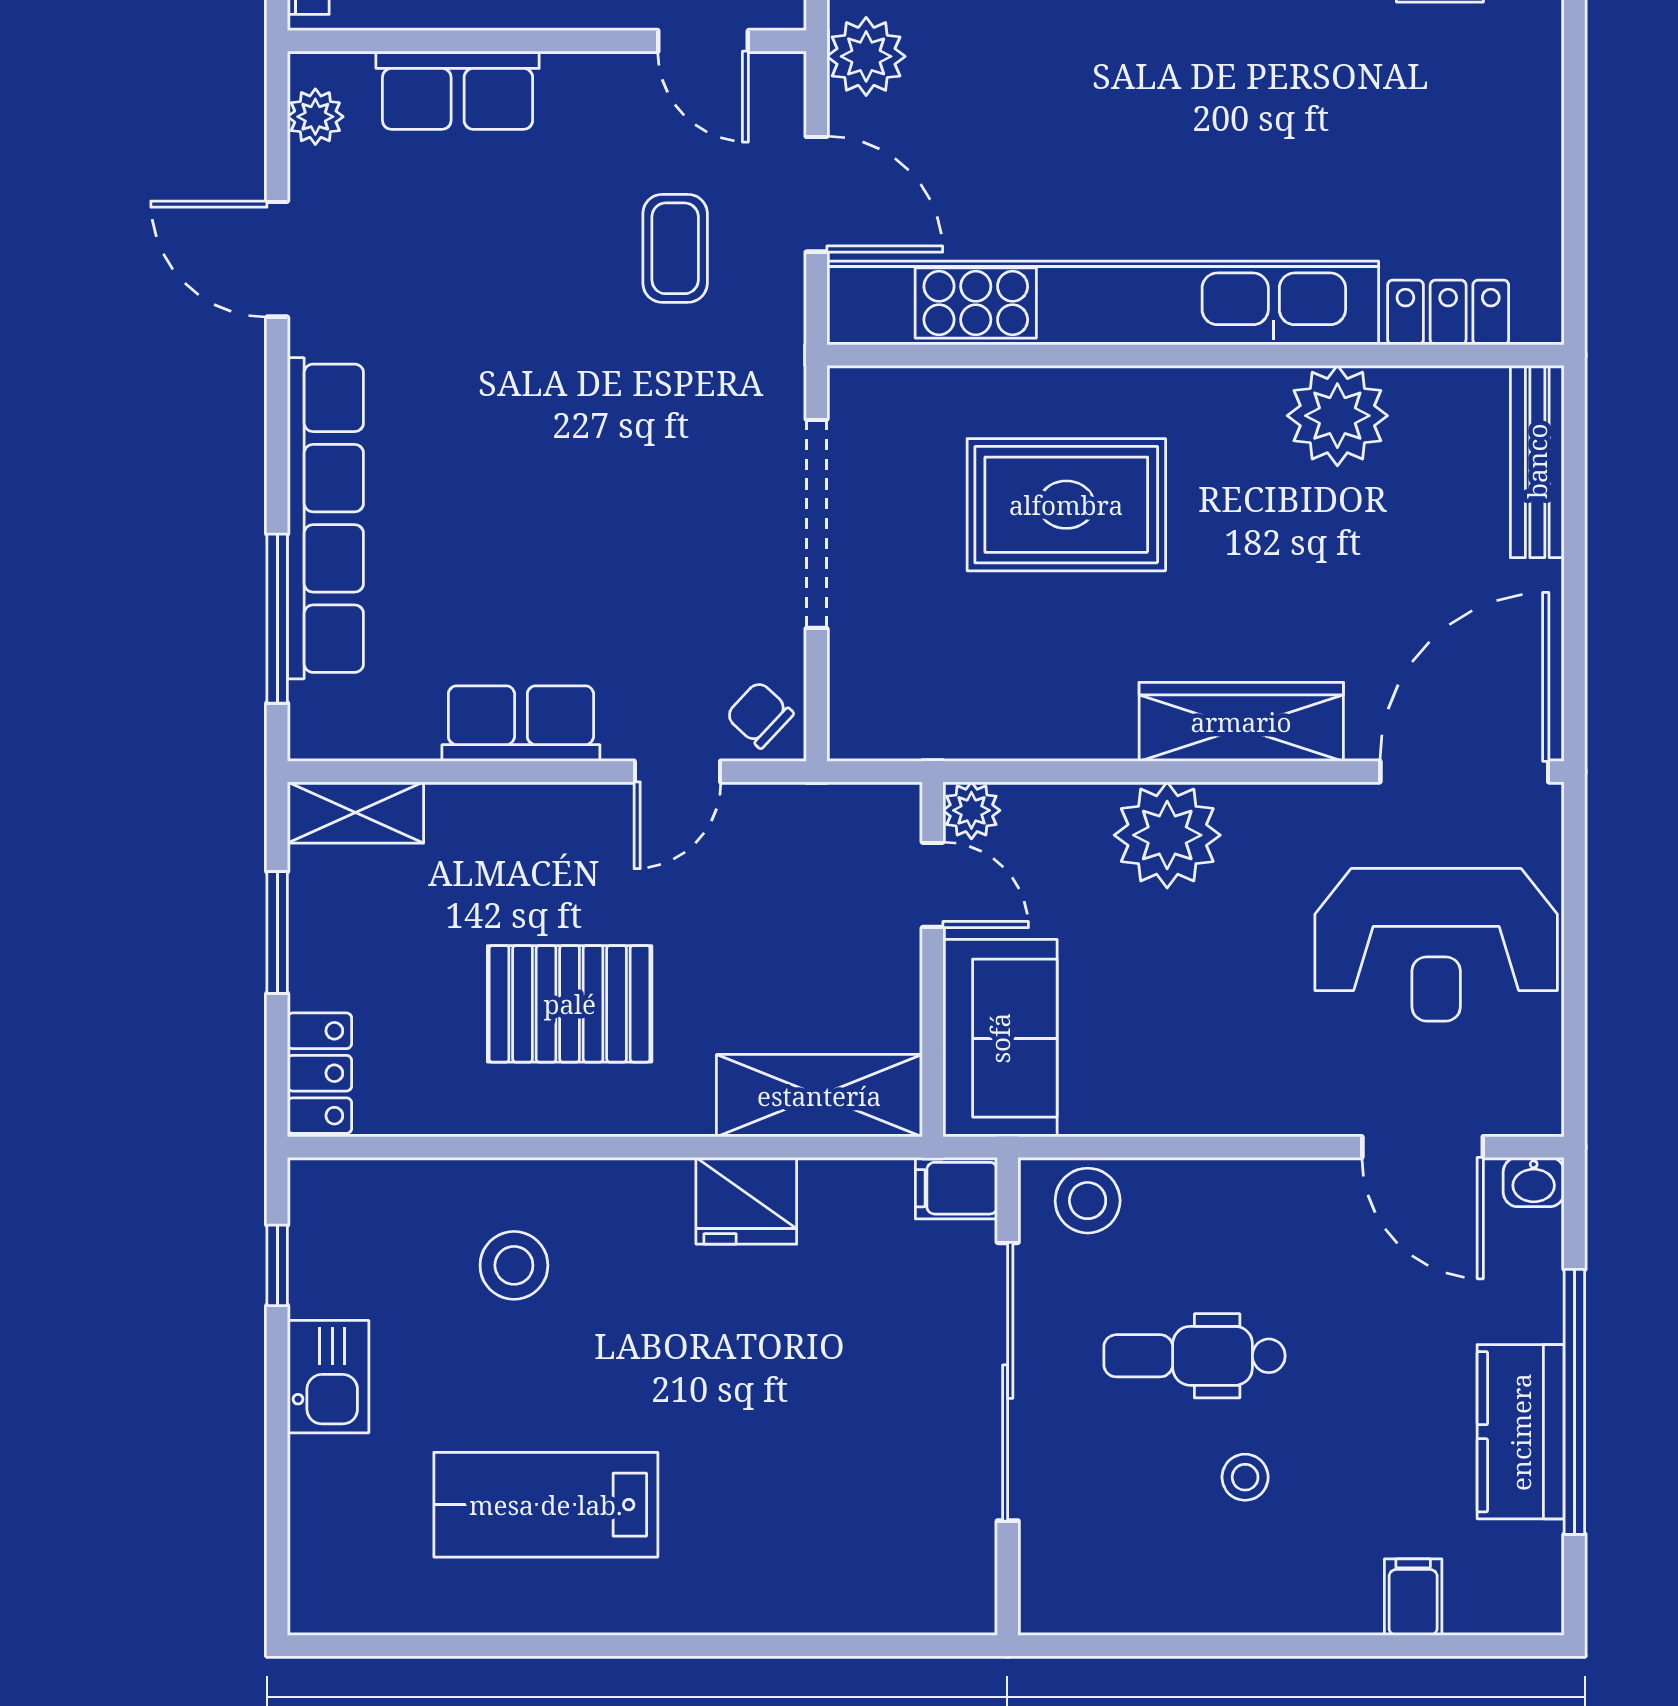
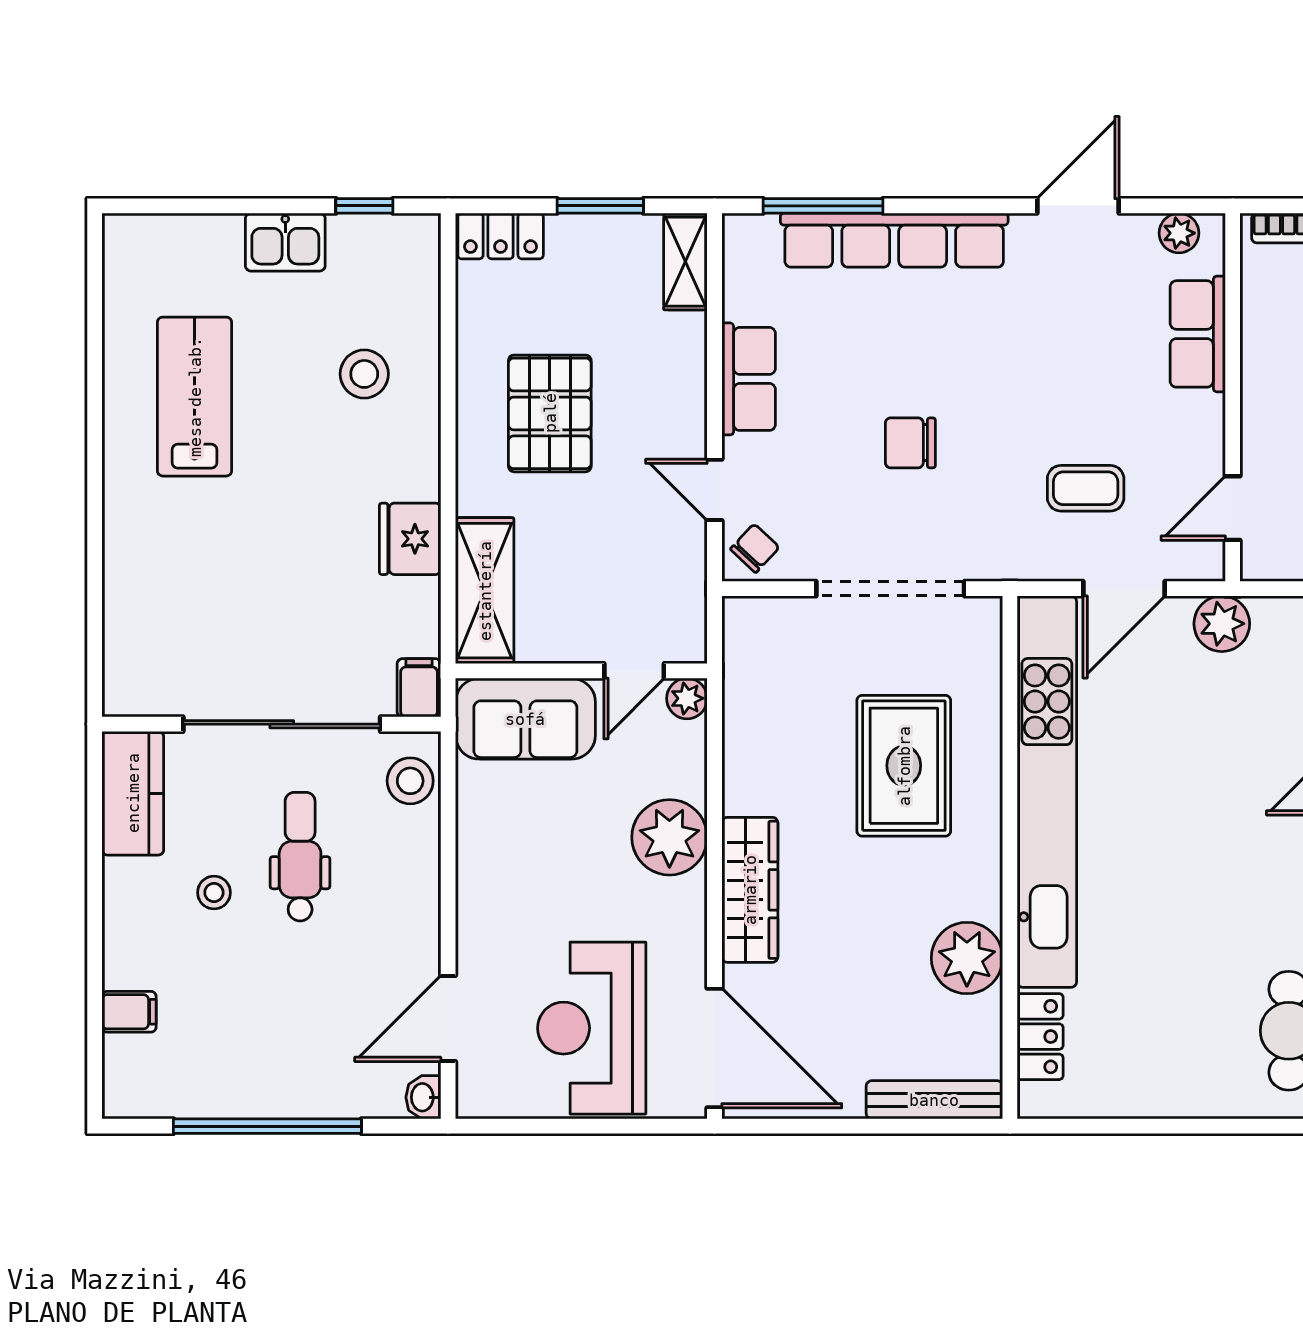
chair: (611, 495) -> (910, 443), added
kitchen counter: (1521, 1432) -> (133, 793), moved, turned 90

